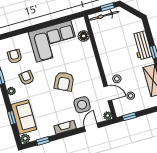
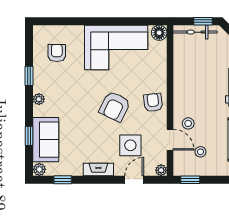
floor lamp: (84, 36) -> (159, 33), moved
armchair: (27, 78) -> (153, 102), moved

